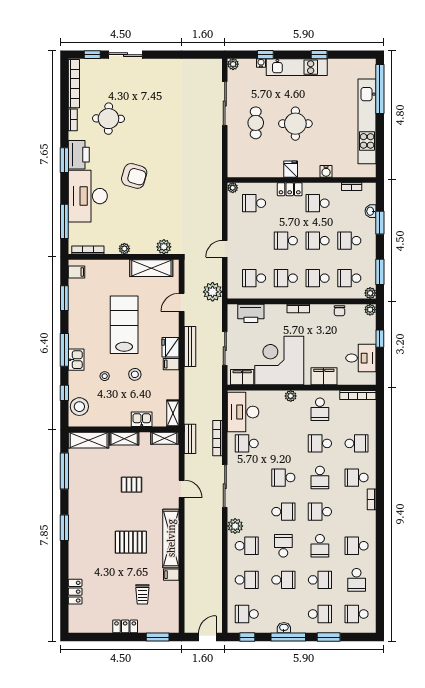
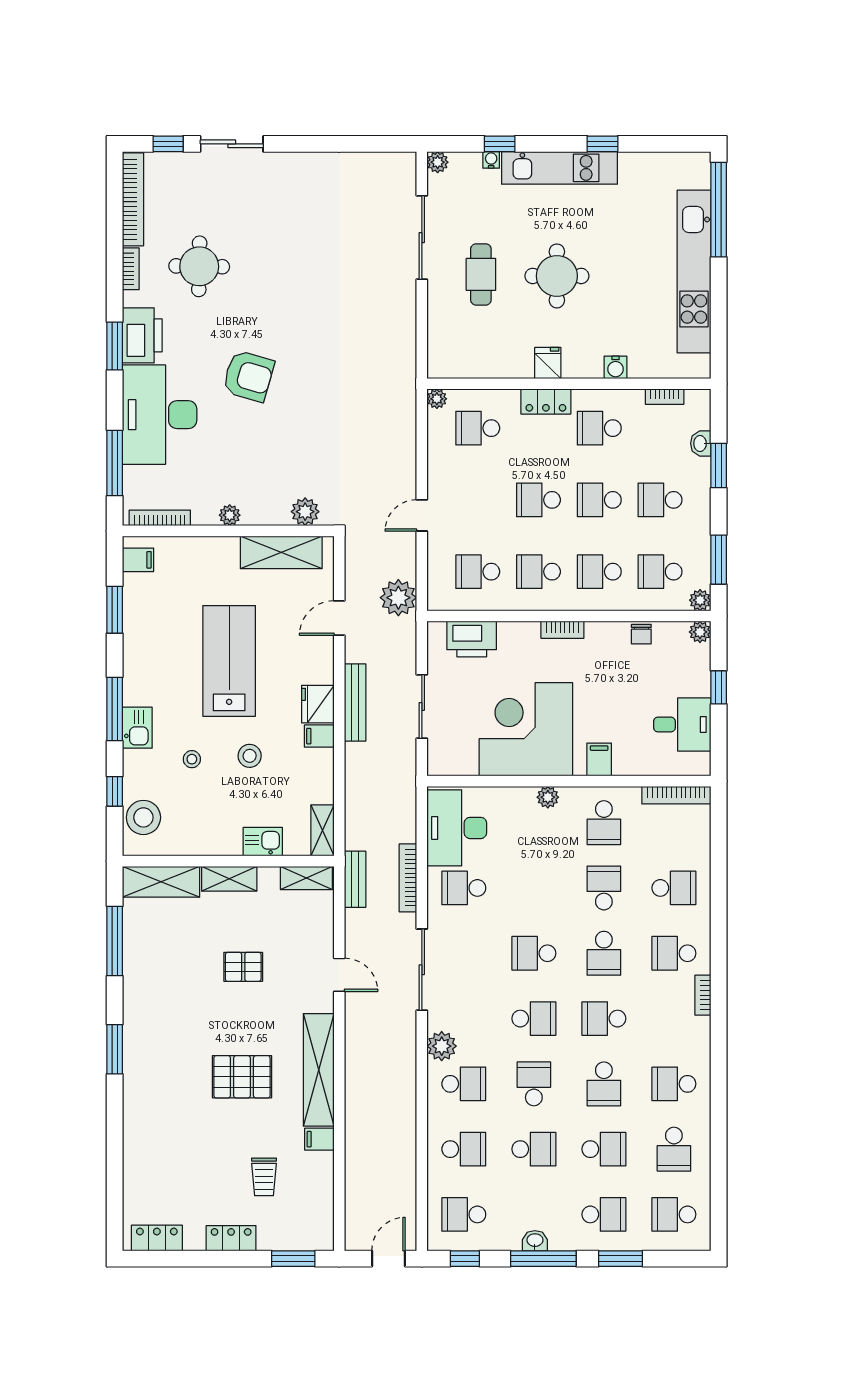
filing cabinet: (324, 376) -> (599, 760), width x0.50
filing cabinet: (242, 377) -> (455, 761), removed
school desk: (320, 443) -> (604, 888), turned 90
locker: (75, 592) -> (157, 1238), moved, turned -90

